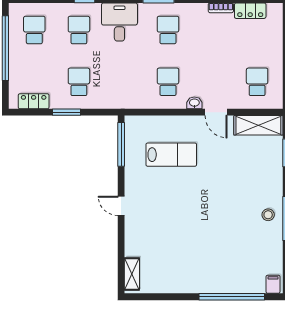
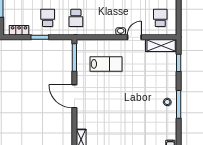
school desk: (168, 82) -> (76, 18), moved, turned 180
door: (216, 112) -> (134, 37), swing flipped
door: (121, 206) -> (74, 96), width x1.87

